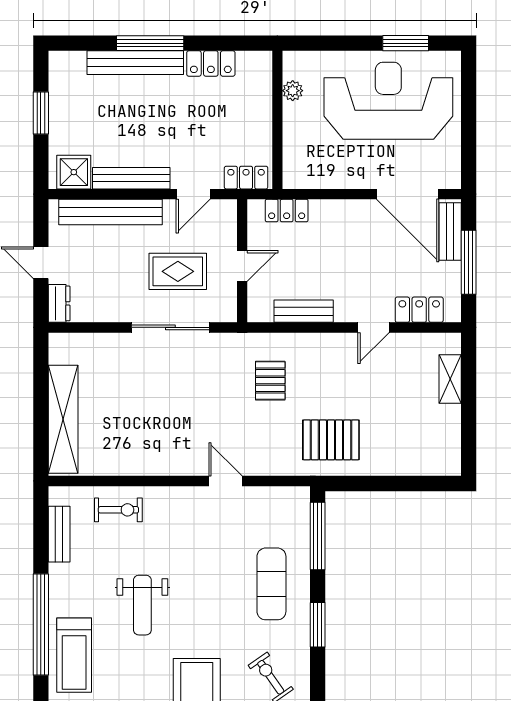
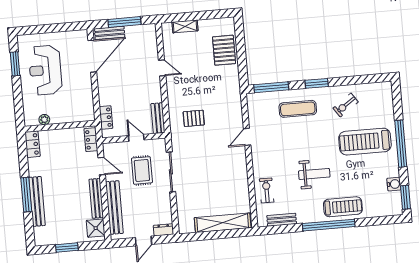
locker: (211, 63) -> (32, 144), moved
reception desk: (388, 101) -> (45, 70), width x0.74, depth x0.77
locker: (419, 310) -> (151, 45), removed
bench: (304, 311) -> (158, 118), moved
pallet: (331, 440) -> (224, 50), moved

